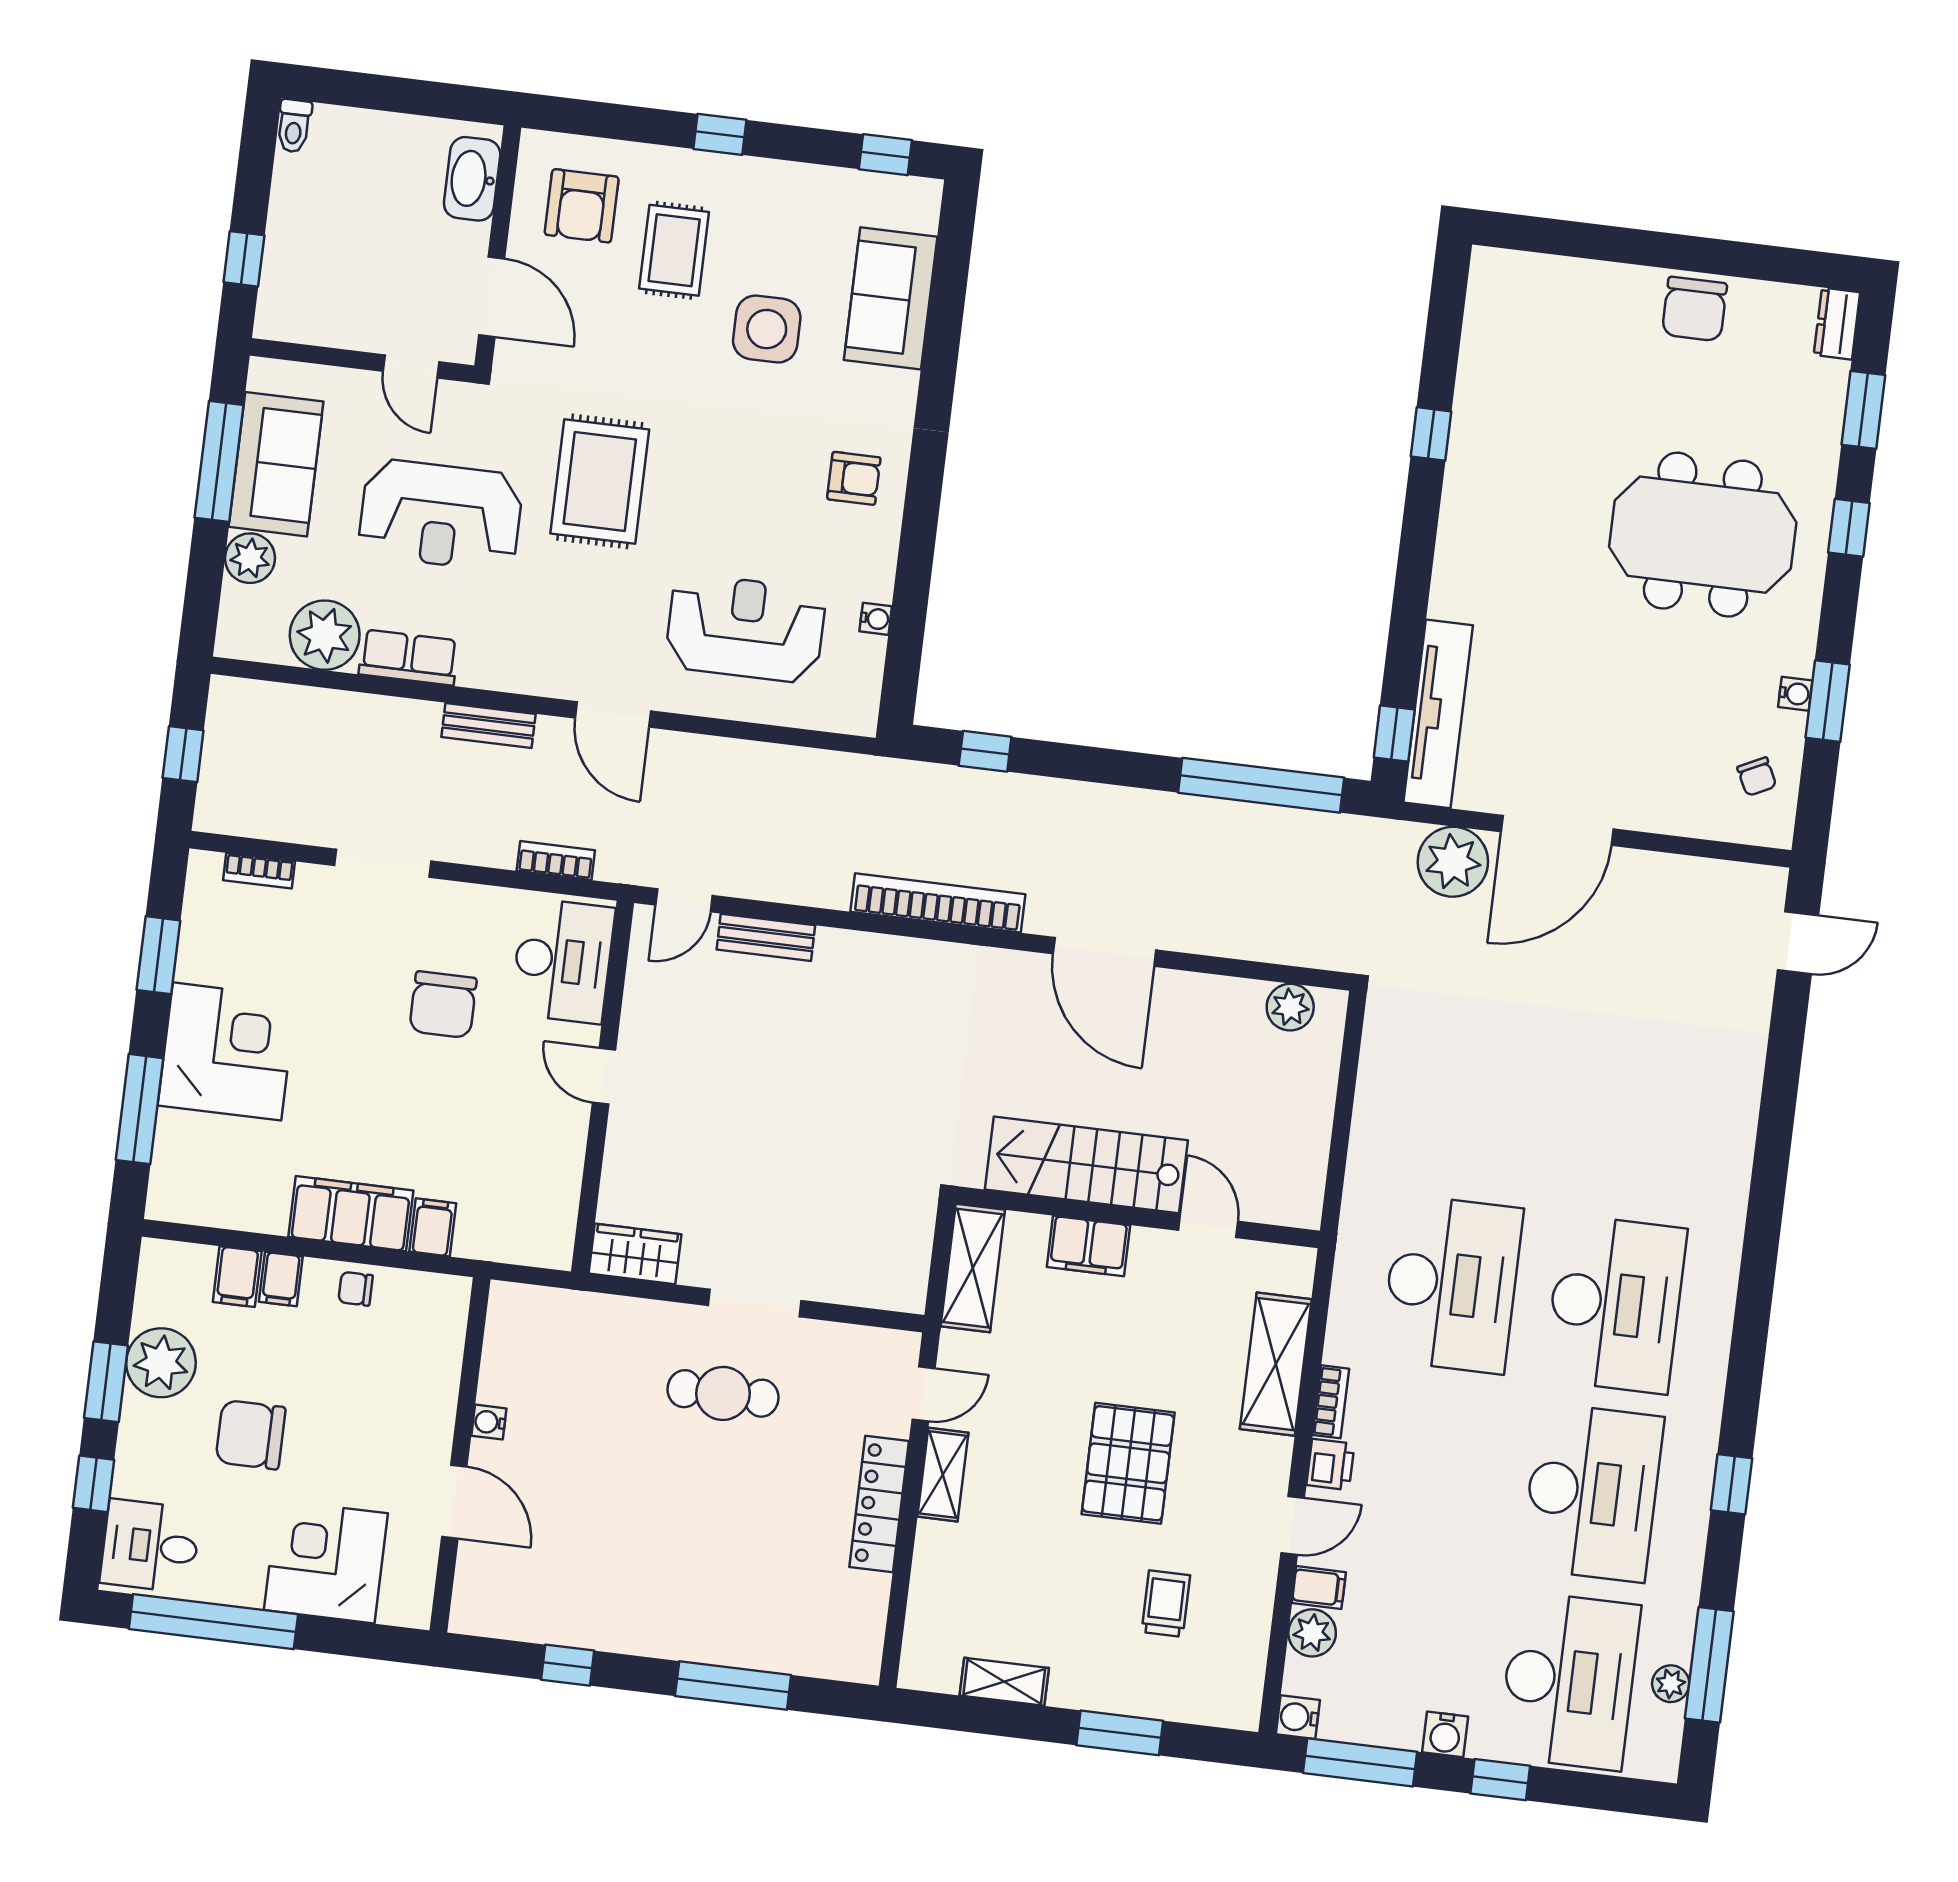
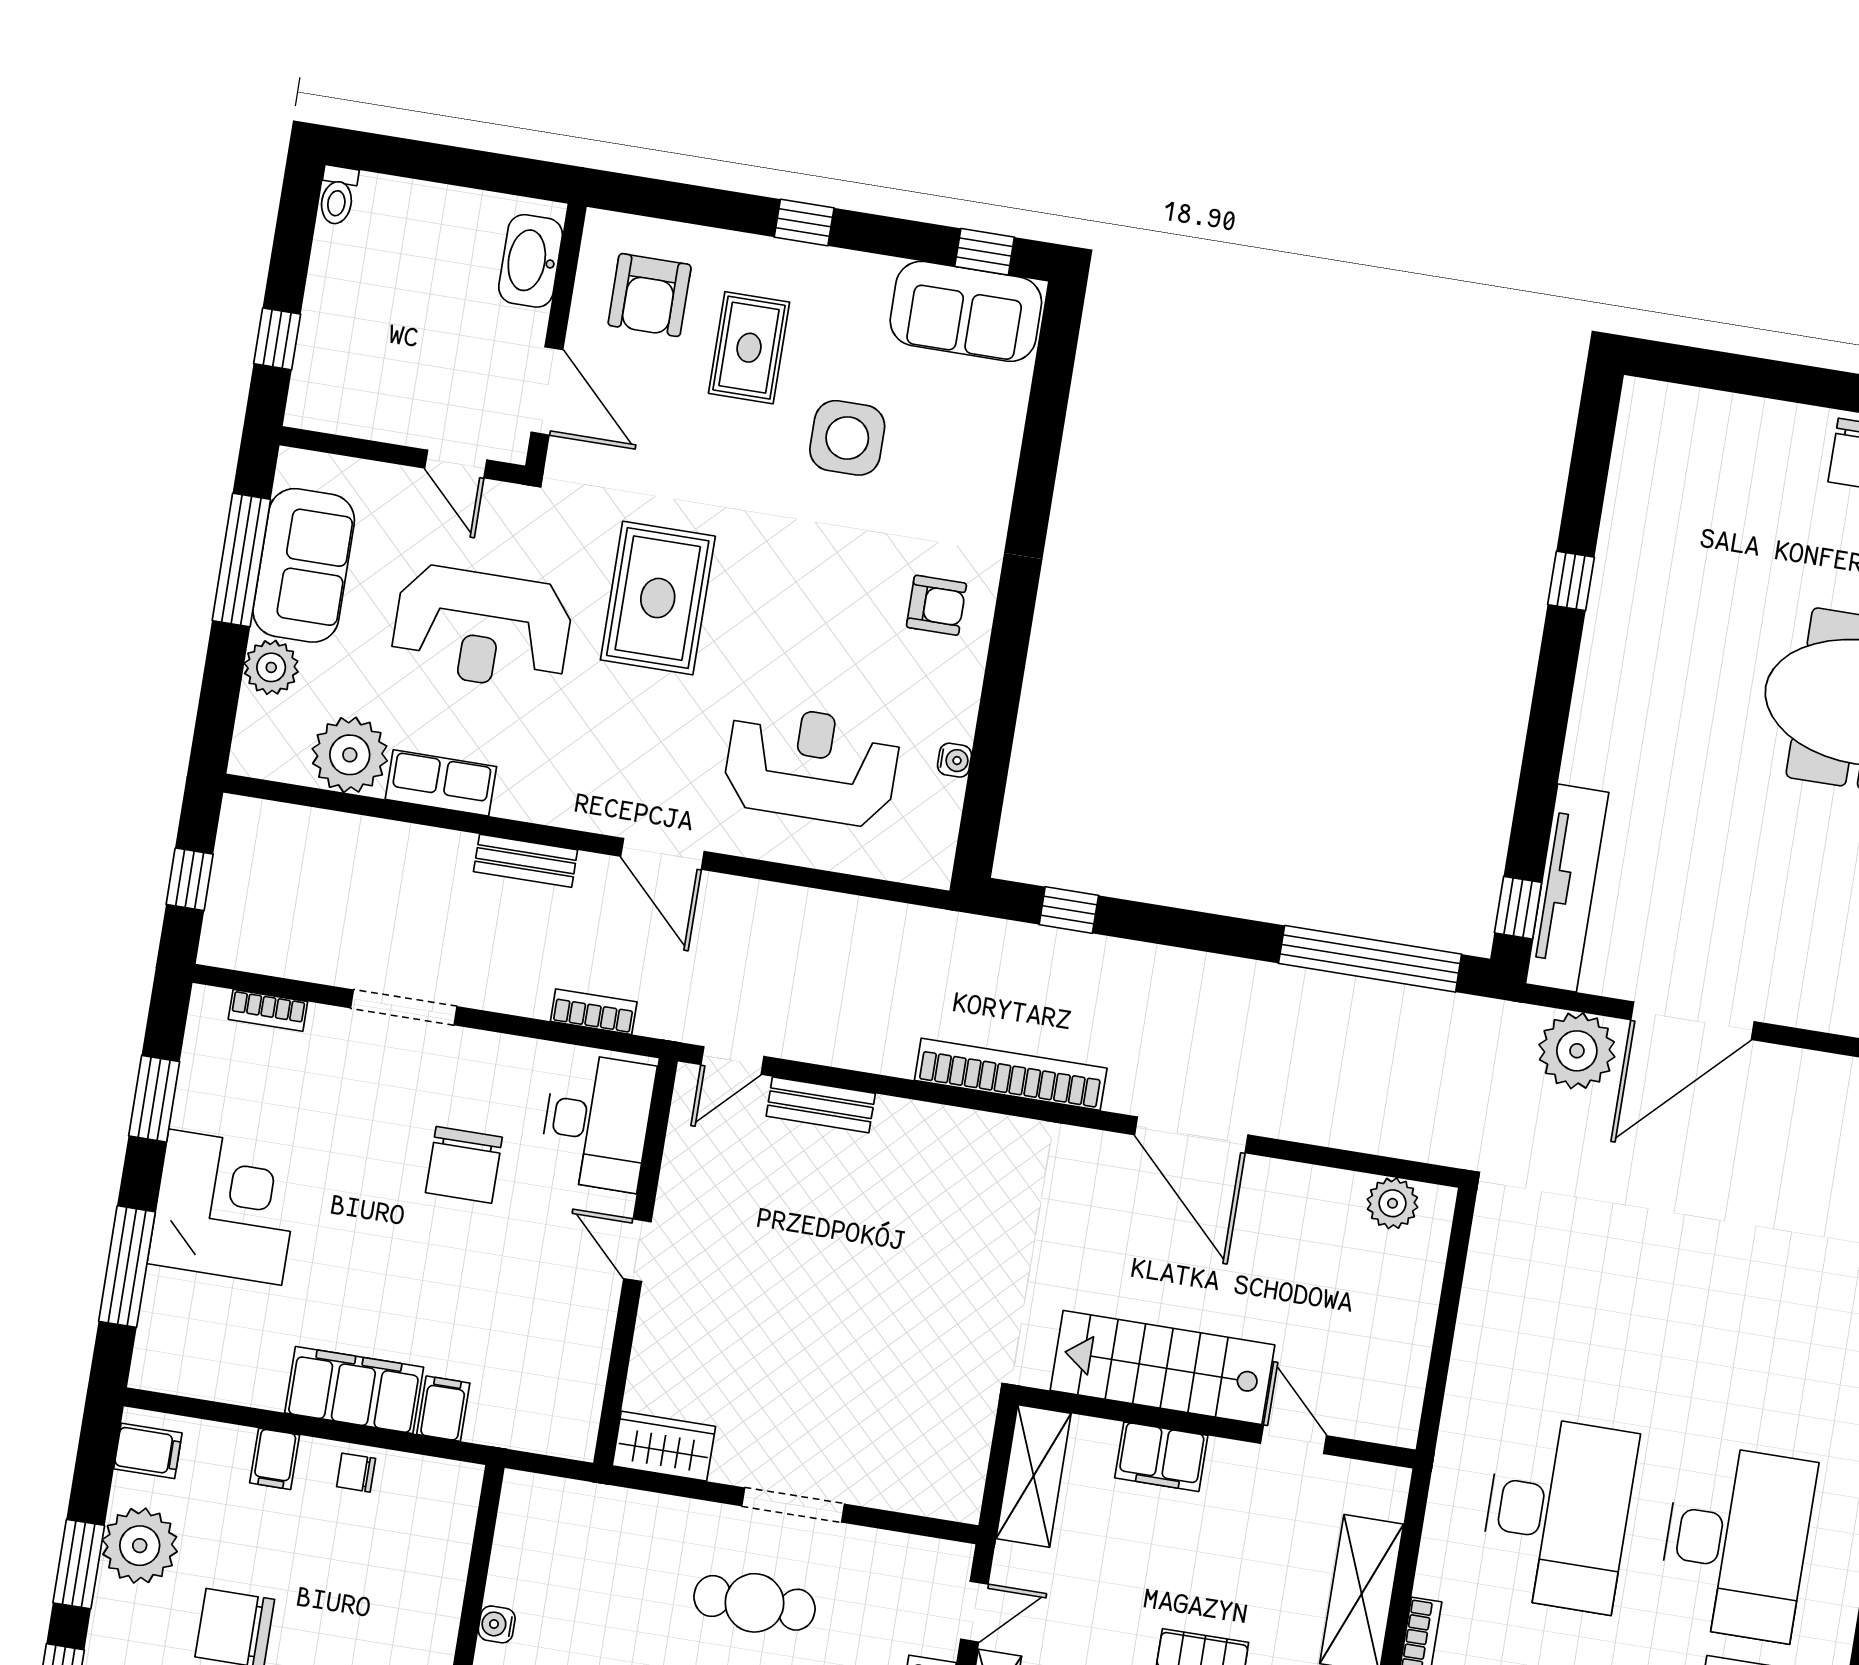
sofa: (891, 298) -> (966, 311), moved, turned -90
filing cabinet: (237, 1277) -> (148, 1451), moved, turned -90

